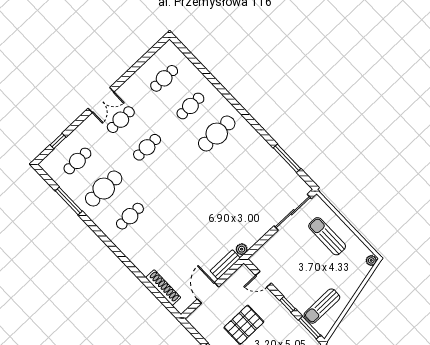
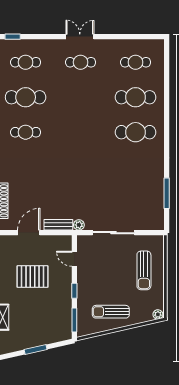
double door: (101, 100) -> (80, 37), swing flipped
cafe table: (190, 106) -> (136, 97), width x1.37, depth x1.35
window: (58, 141) -> (13, 37), moved
cafe table: (147, 147) -> (81, 97), removed
sliding door: (293, 212) -> (113, 233), moved
sun lounger: (327, 236) -> (144, 270), turned 180
sun lounger: (322, 306) -> (111, 312), moved

